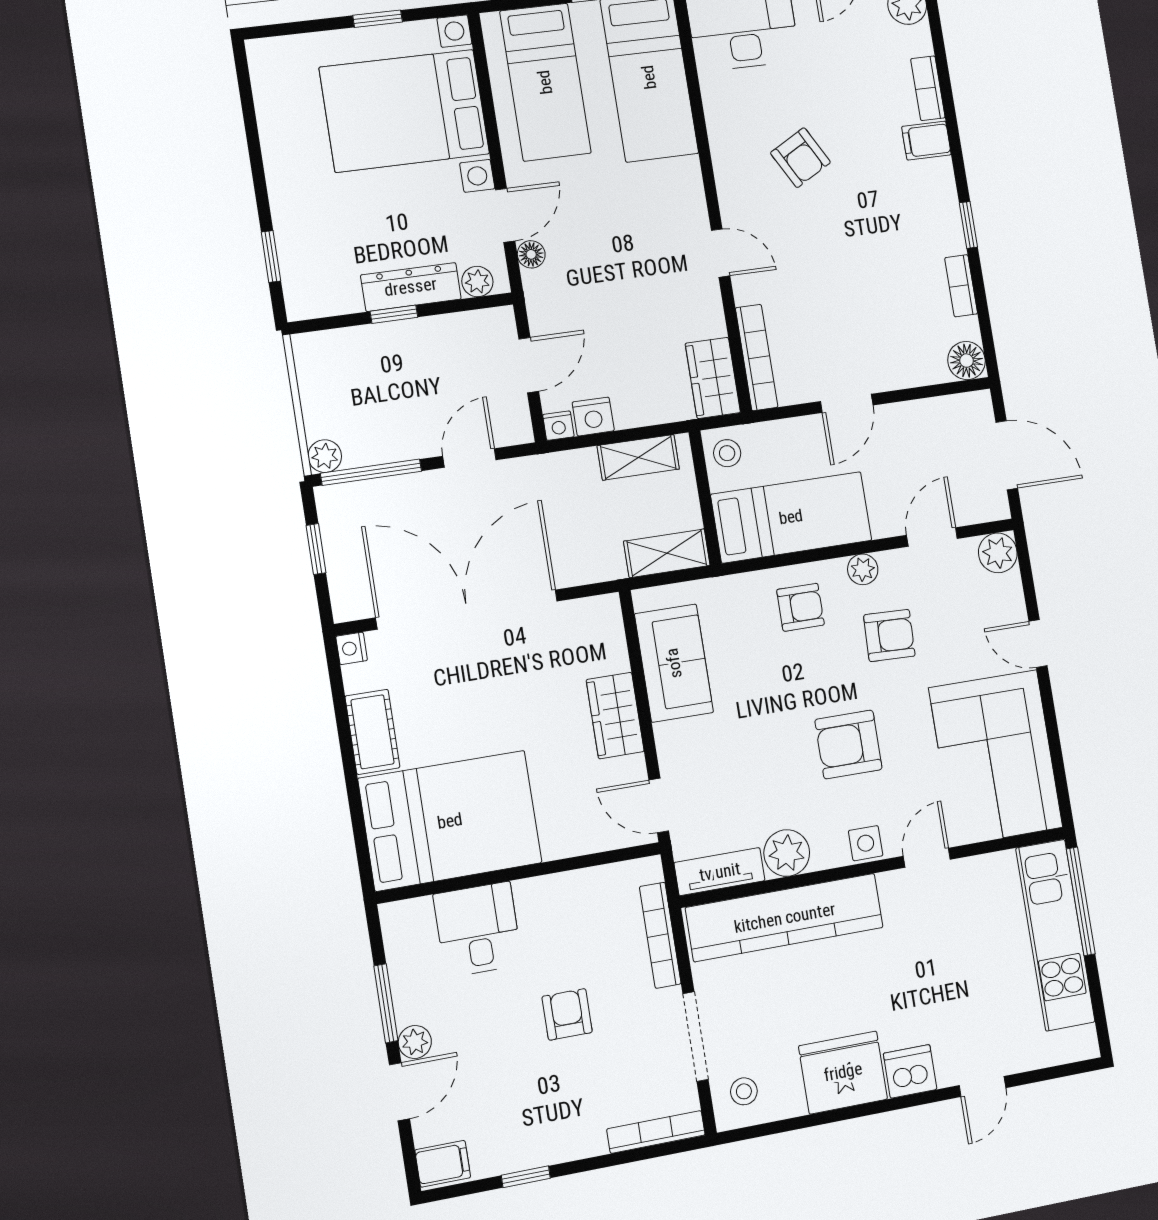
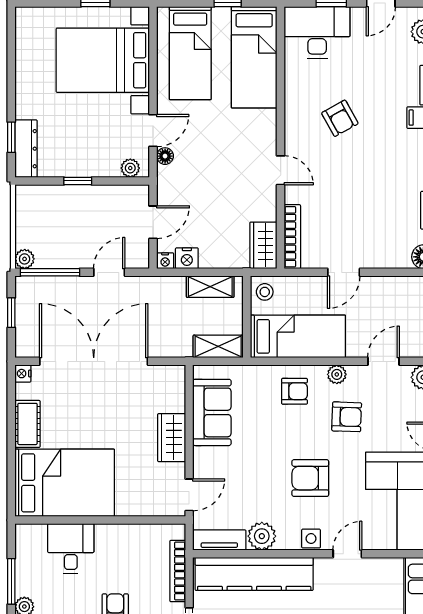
dresser: (411, 287) -> (26, 149), moved, turned 90
door: (659, 805) -> (189, 495), swing flipped

